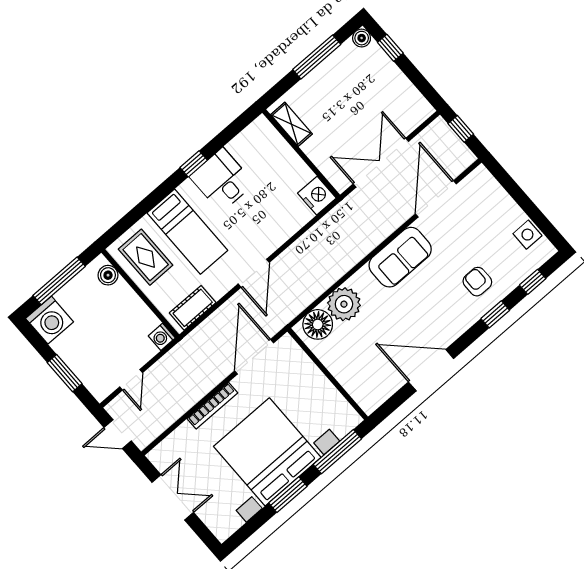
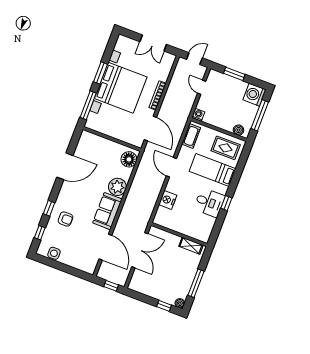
nightstand: (317, 196) -> (168, 200), moved, turned 90
plant: (344, 304) -> (117, 187), moved

